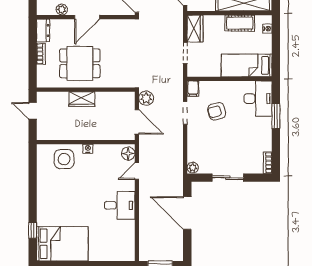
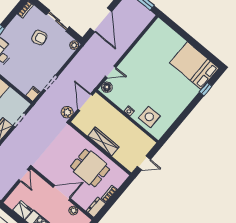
wardrobe: (82, 99) -> (103, 142), width x1.50
door: (33, 111) -> (144, 163), hinge flipped
armchair: (217, 111) -> (39, 37), moved
desk: (120, 205) -> (139, 60), removed

